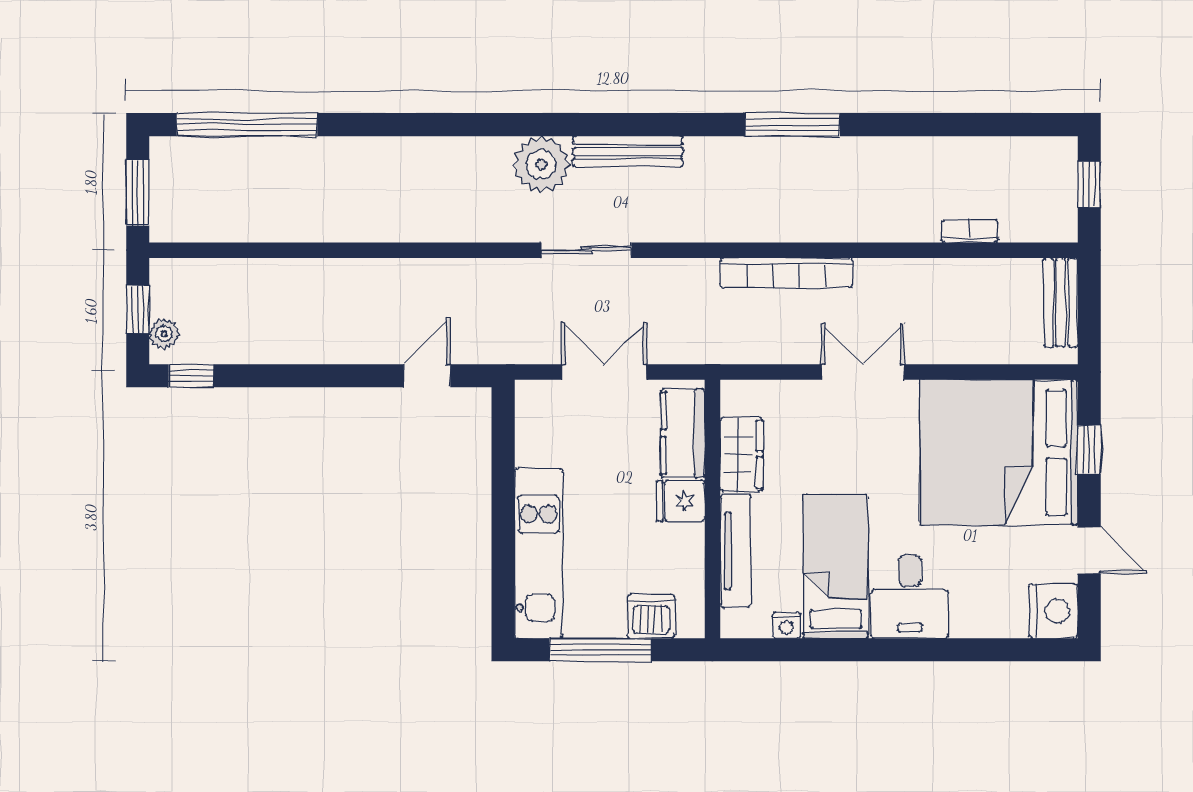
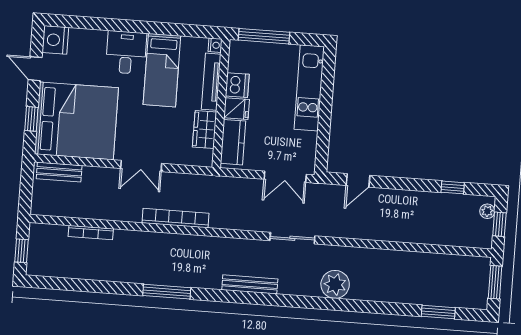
window: (247, 125) -> (438, 312), width x0.47
plant: (541, 164) -> (335, 284), moved
bookcase: (969, 231) -> (91, 233), width x1.56
sliding door: (586, 250) -> (292, 238), moved
bench: (1061, 302) -> (59, 172), moved, turned 90
double door: (604, 372) -> (285, 177), moved
window: (191, 376) -> (453, 187), moved
dishwasher: (651, 616) -> (237, 85), moved, turned -90
nightstand: (786, 625) -> (215, 45), moved, turned 90
window: (601, 650) -> (264, 36), moved

